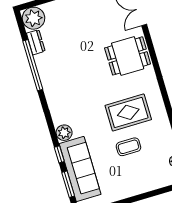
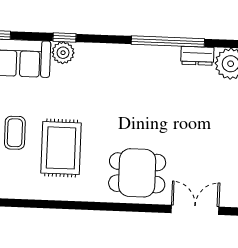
dining table: (128, 56) -> (137, 173), turned 90
window: (59, 154) -> (65, 37), moved

